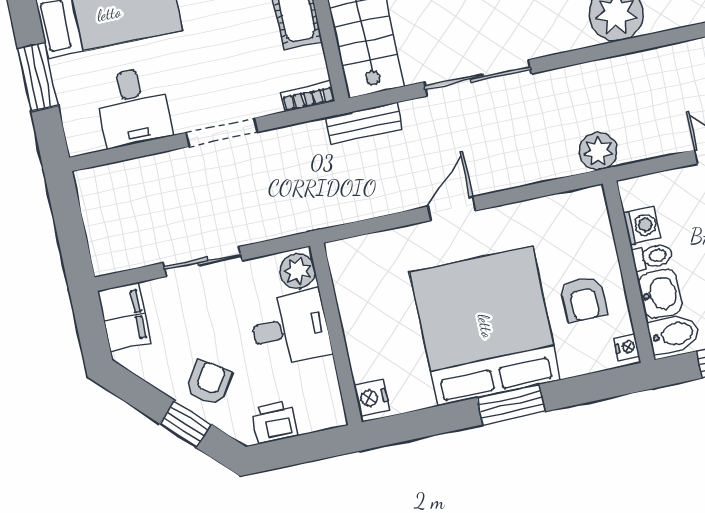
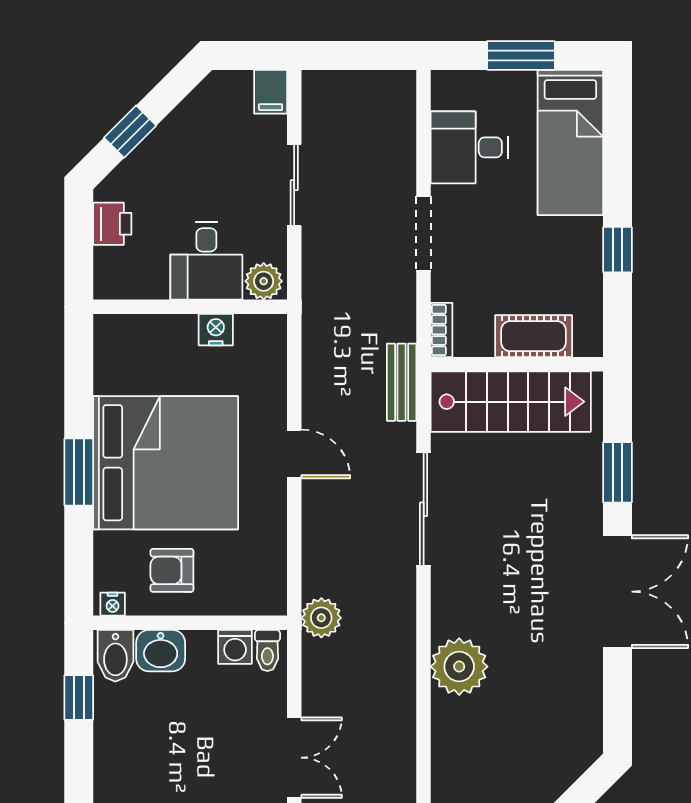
toilet: (652, 257) -> (267, 650), moved
filing cabinet: (124, 317) -> (271, 92), width x0.50
armchair: (209, 383) -> (168, 165), removed
nightstand: (372, 397) -> (216, 330), moved

